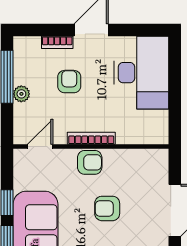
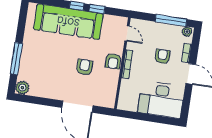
armchair: (69, 82) -> (162, 56), turned -90
plant: (21, 94) -> (187, 32), moved

